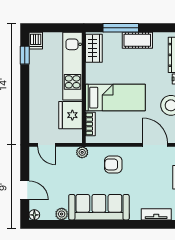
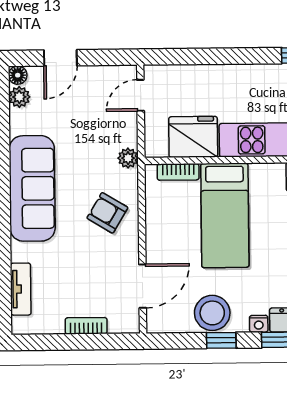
armchair: (113, 164) -> (107, 213), turned -59
plant: (62, 214) -> (19, 97), moved

